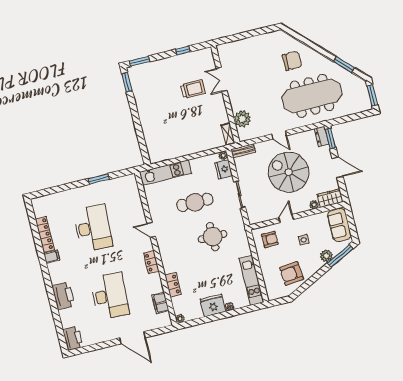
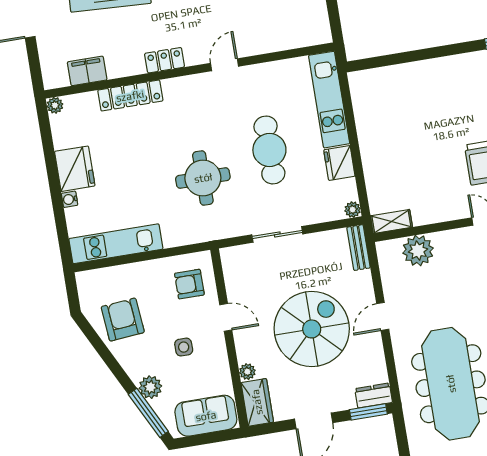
fridge: (224, 169) -> (339, 163), moved, turned -90
armchair: (270, 239) -> (189, 284), turned 90
locker: (173, 285) -> (130, 96), width x1.53

